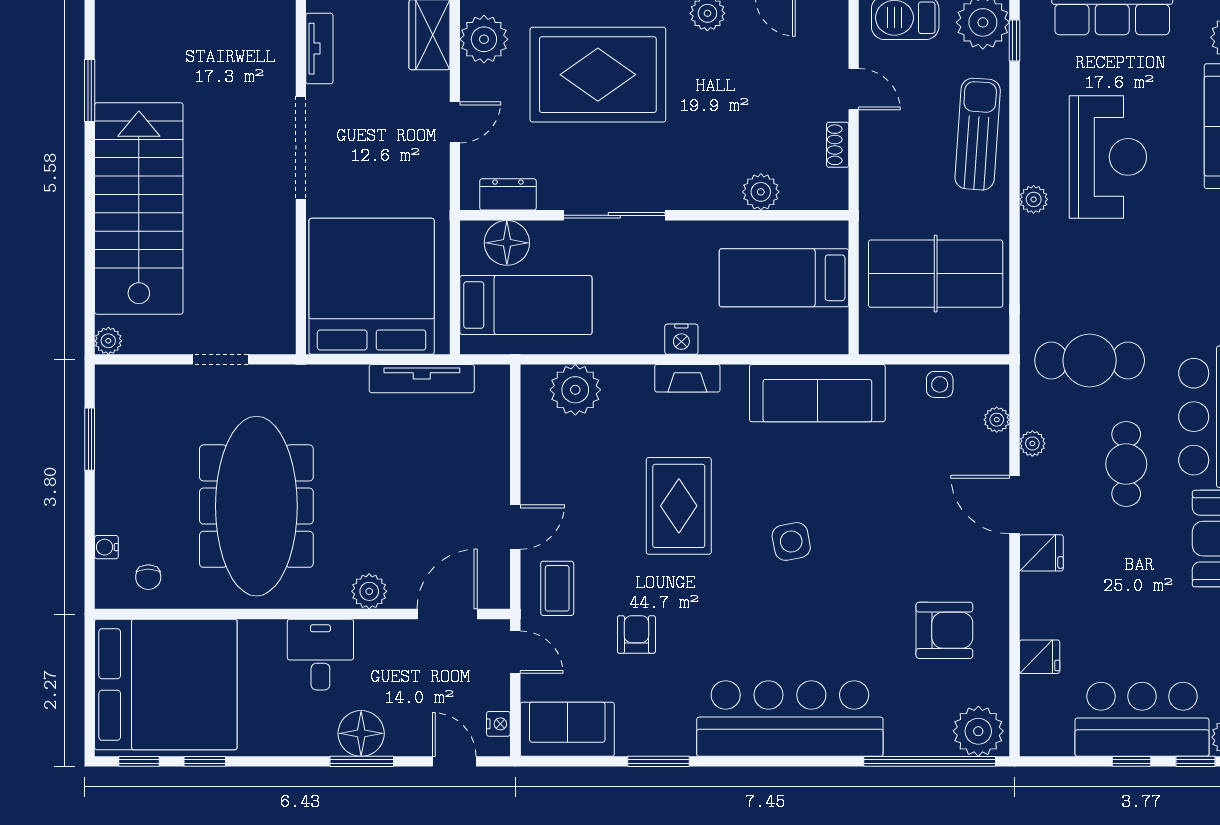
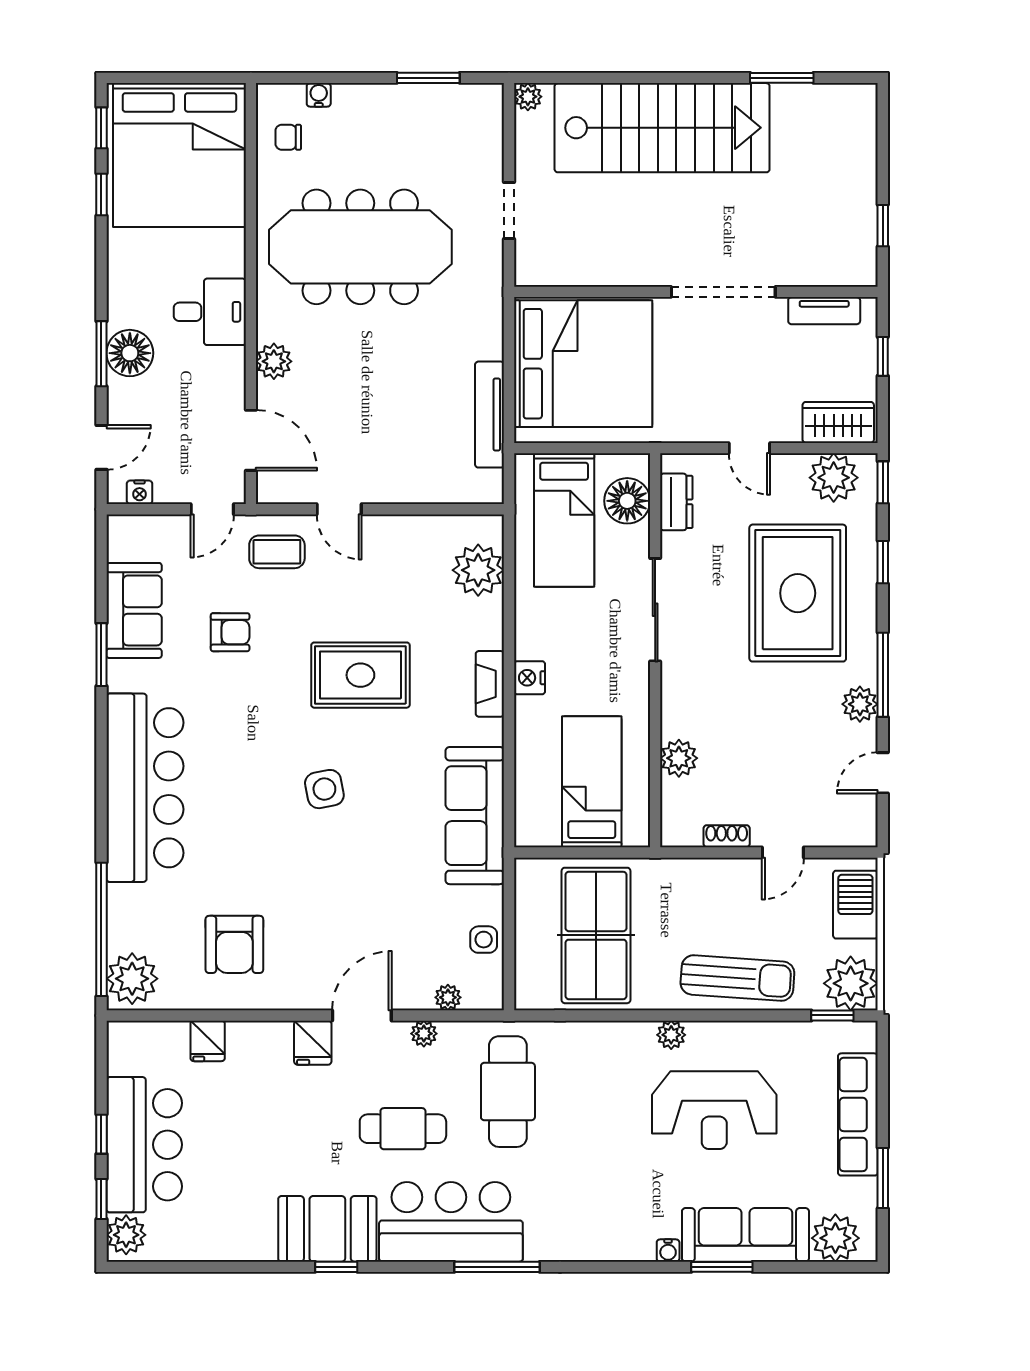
sofa: (567, 729) -> (134, 610), moved

